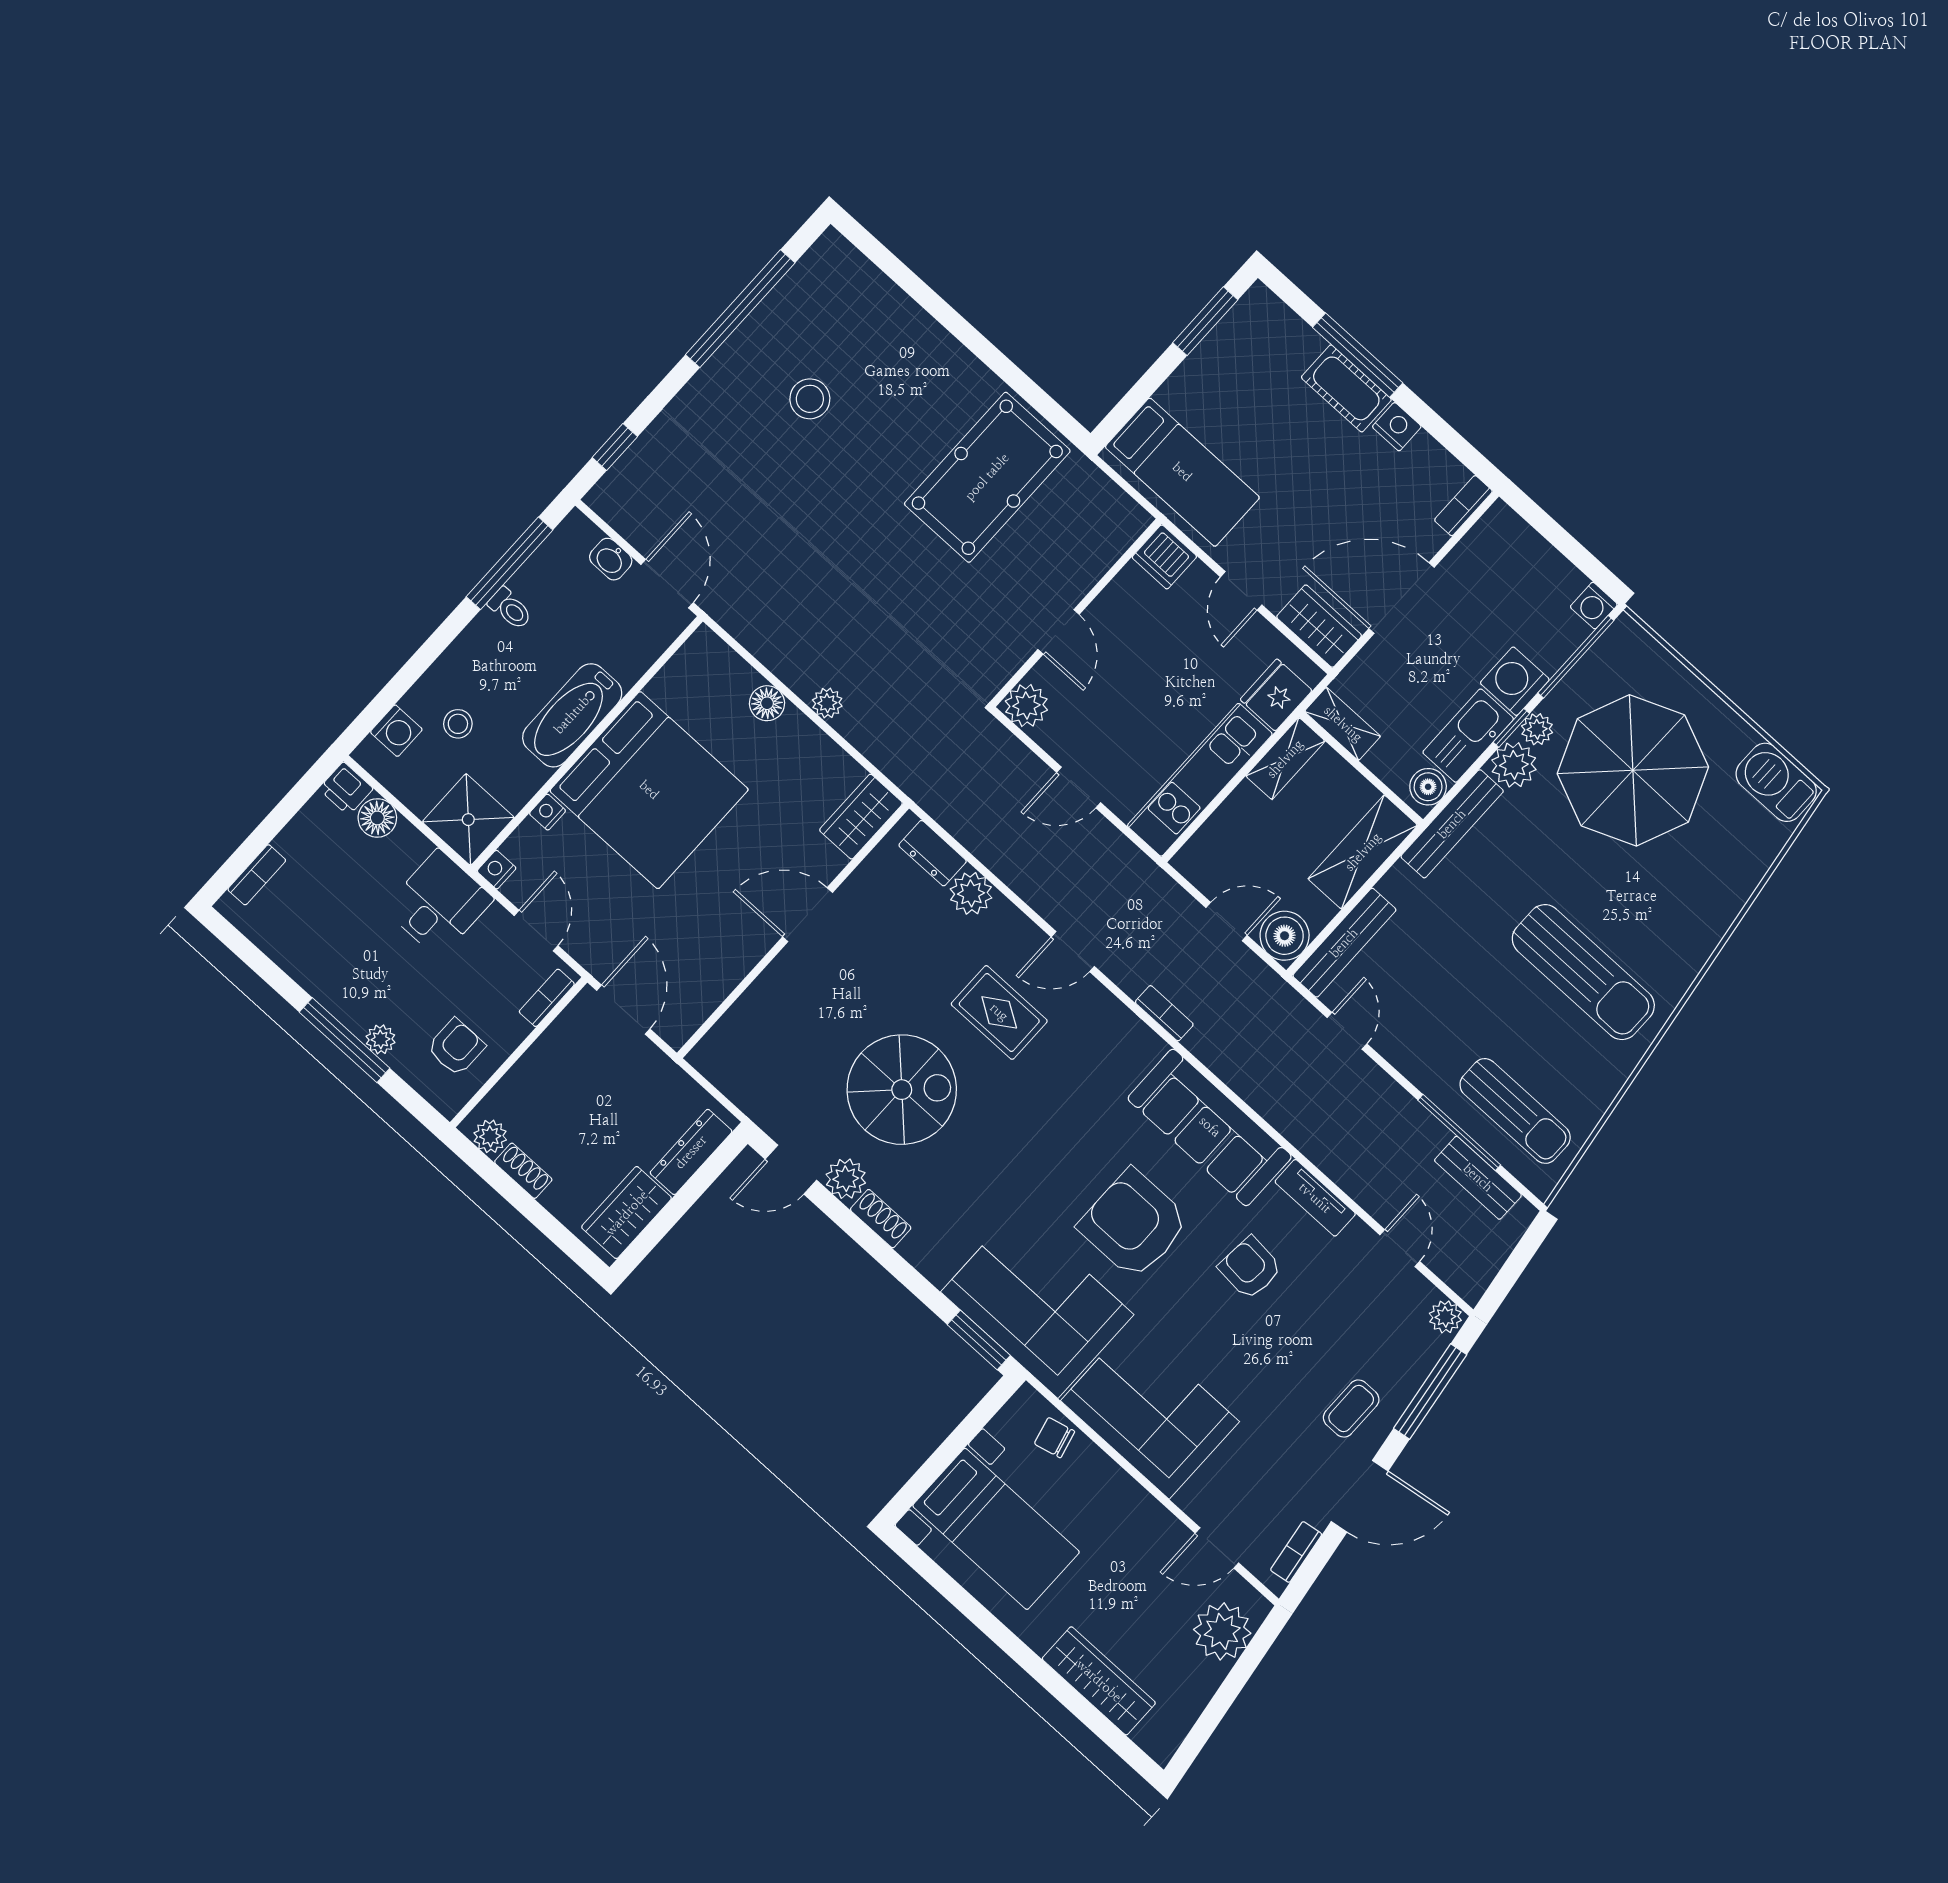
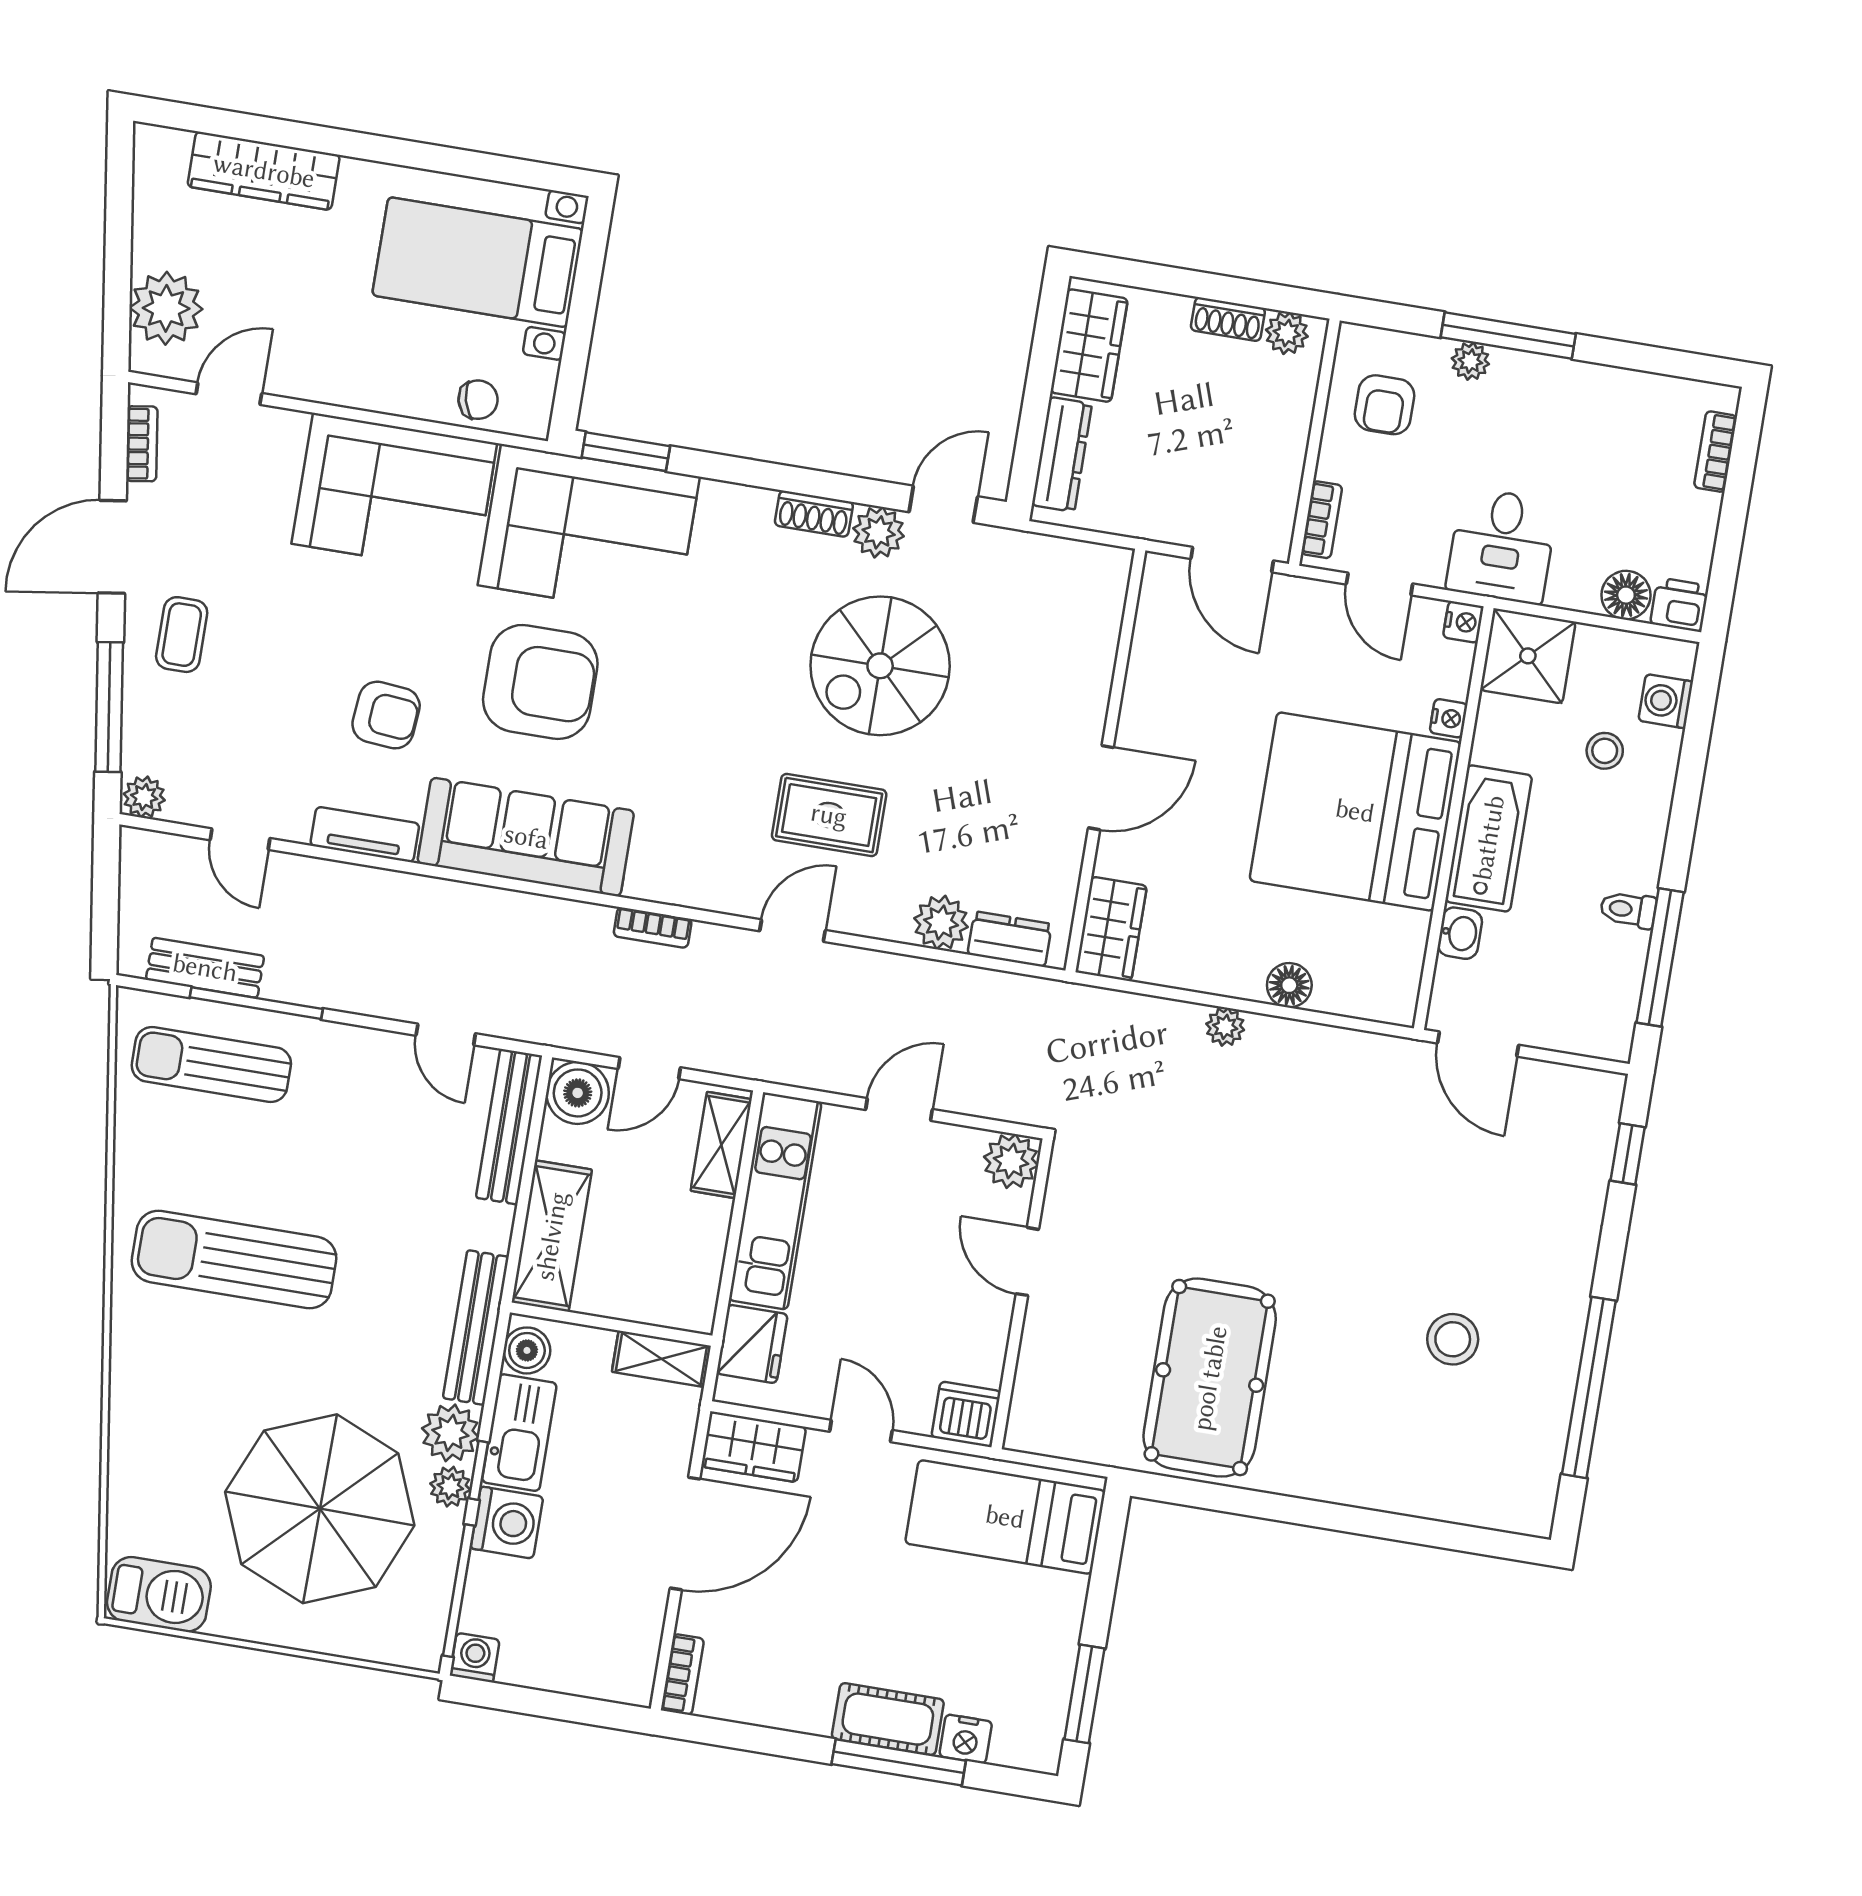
nightstand: (1397, 427) -> (966, 1739), moved
washbasin: (611, 559) -> (1460, 933), moved, turned 90
shelving: (1285, 759) -> (721, 1145), moved

